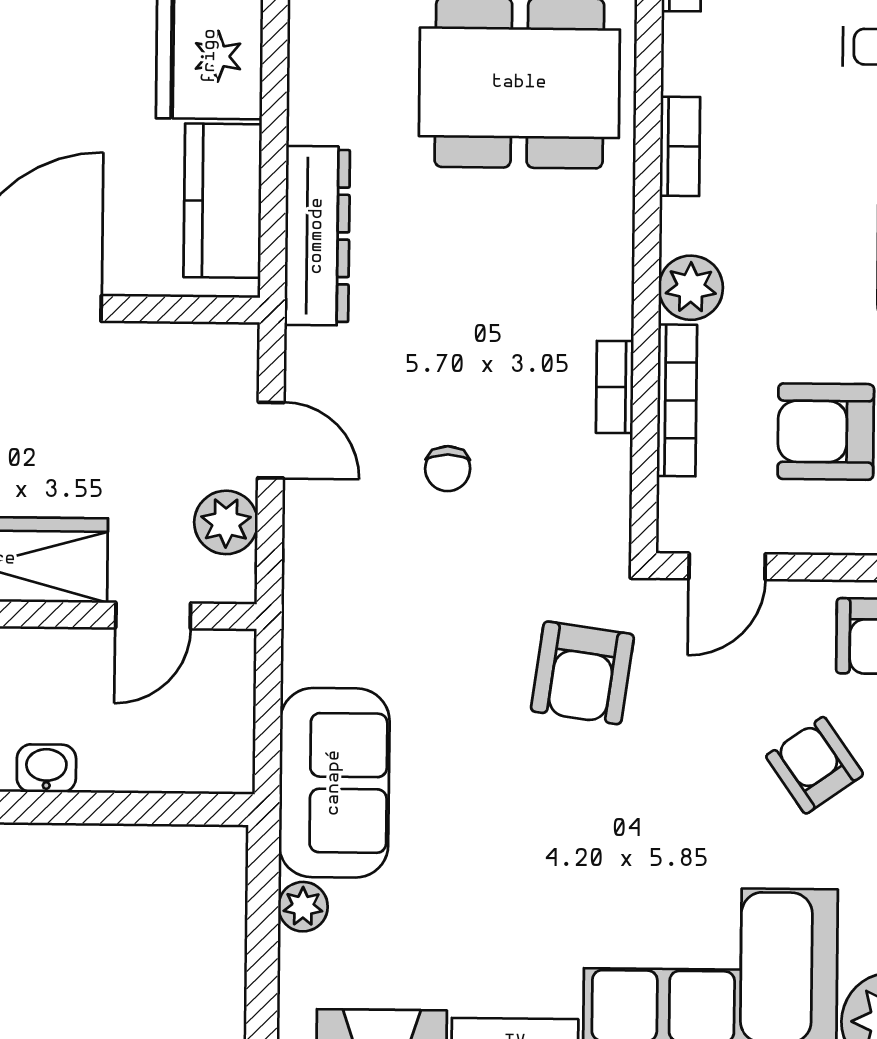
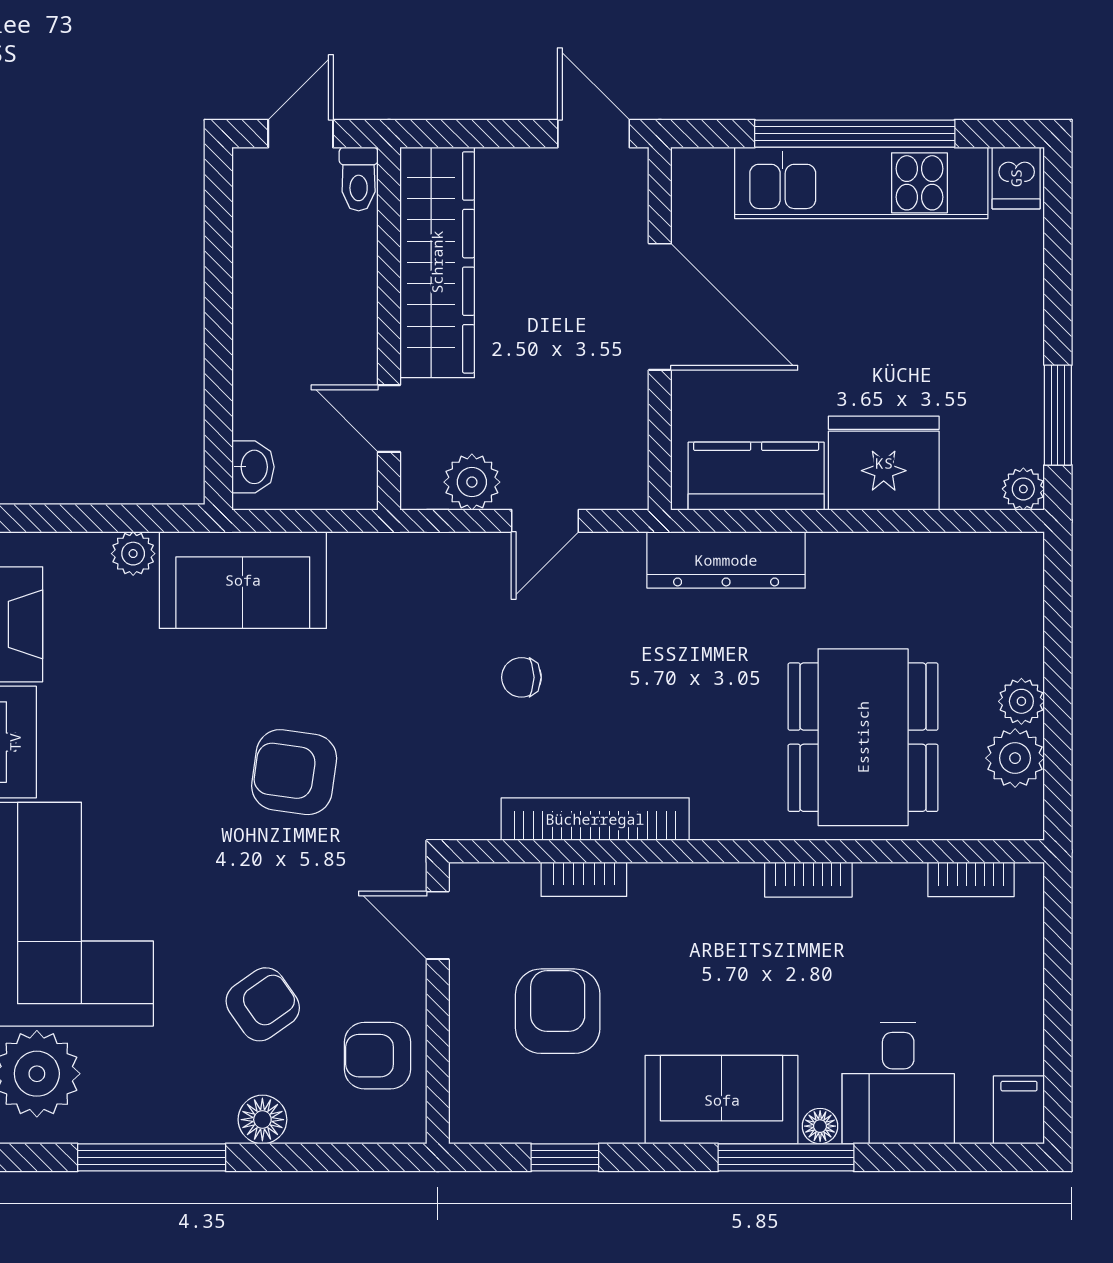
plant: (691, 288) -> (684, 891), removed
bookcase: (615, 387) -> (595, 819), width x2.31, depth x1.31
bookcase: (677, 400) -> (584, 879), width x0.64
armchair: (582, 673) -> (294, 772), moved
washbasin: (46, 768) -> (253, 467), moved

